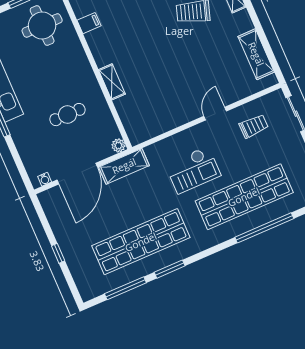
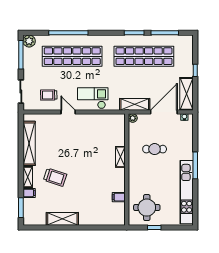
shelving: (256, 54) -> (29, 143), width x1.47
door: (215, 114) -> (68, 112), swing flipped
checkout: (193, 170) -> (93, 98), moved
shelving: (56, 214) -> (187, 94), added

